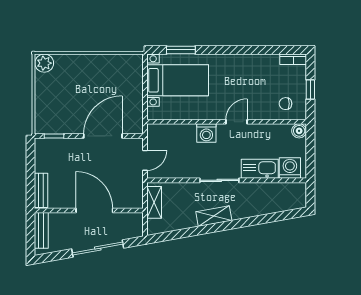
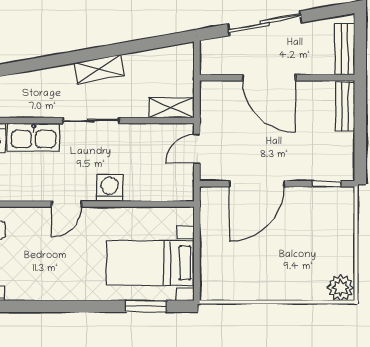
shelving: (154, 202) -> (171, 108), moved, turned 90

